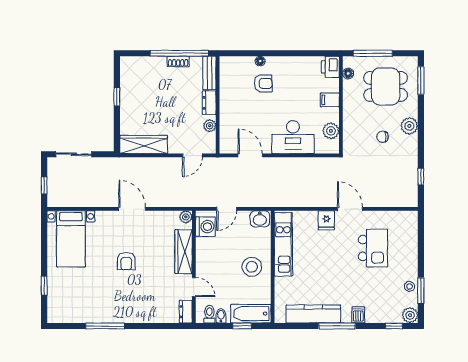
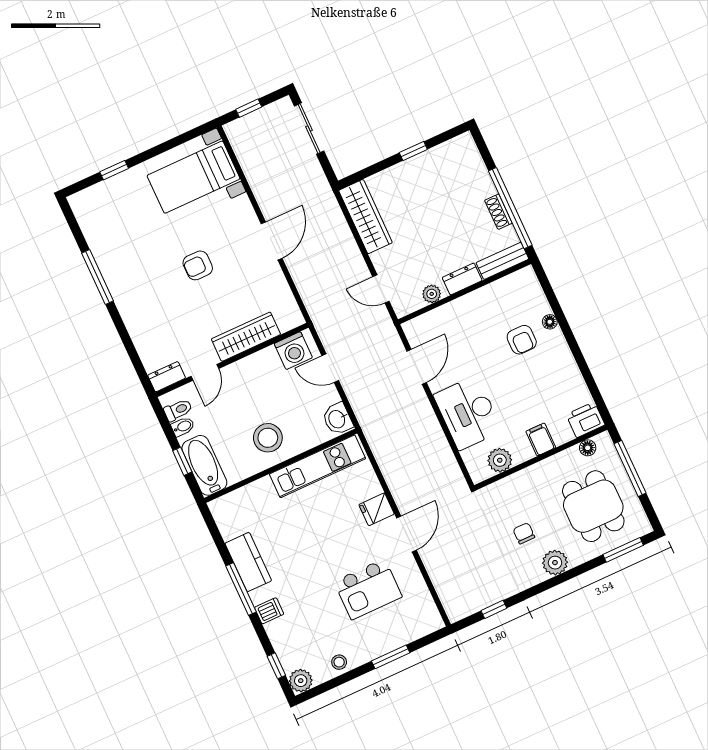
plant: (186, 217) -> (294, 318), removed
window: (421, 291) -> (391, 657), moved
kitchen counter: (313, 314) -> (248, 562), width x0.67

